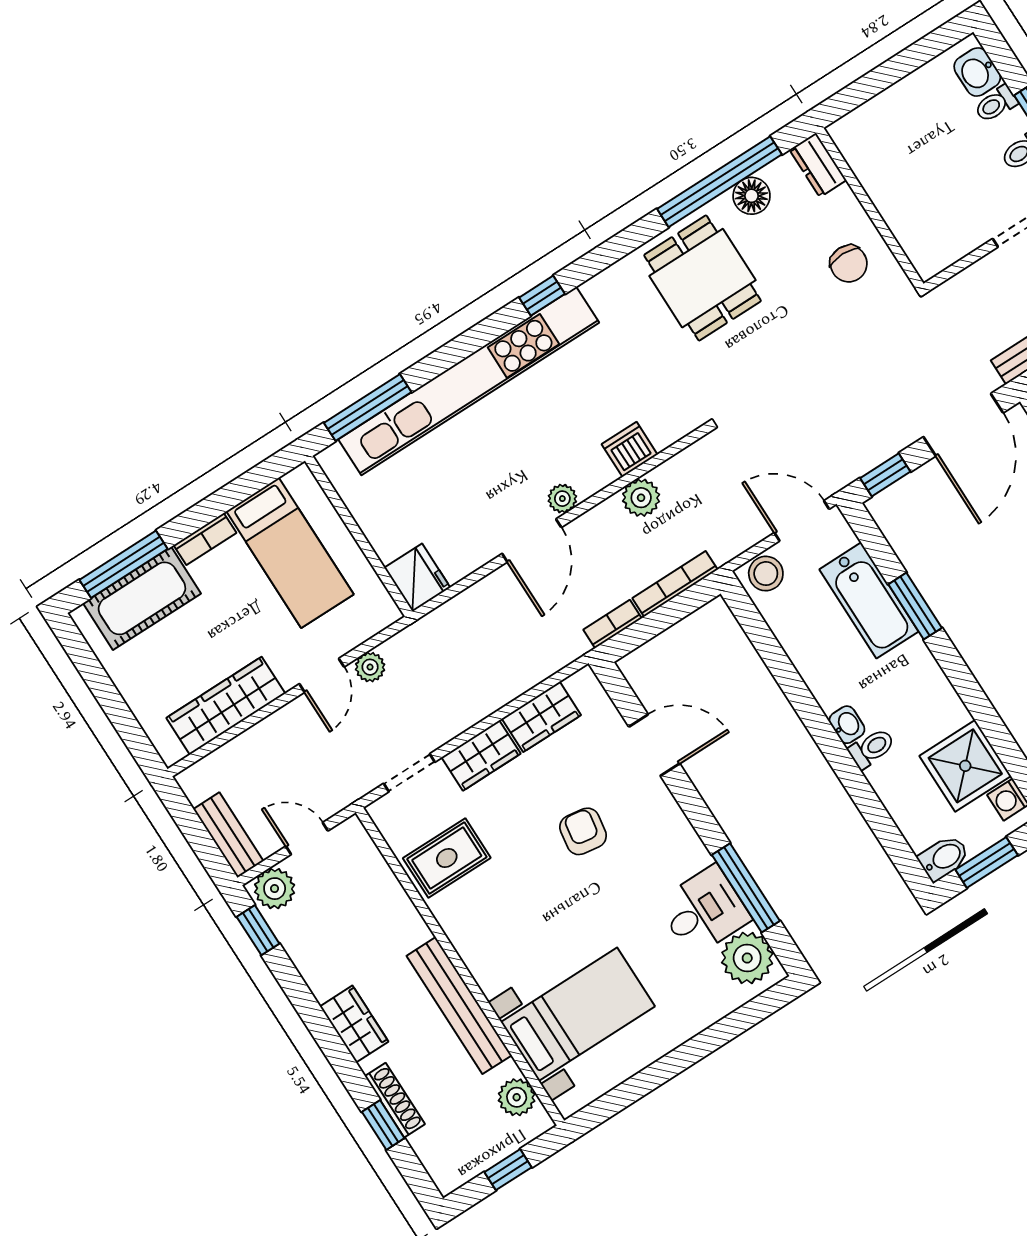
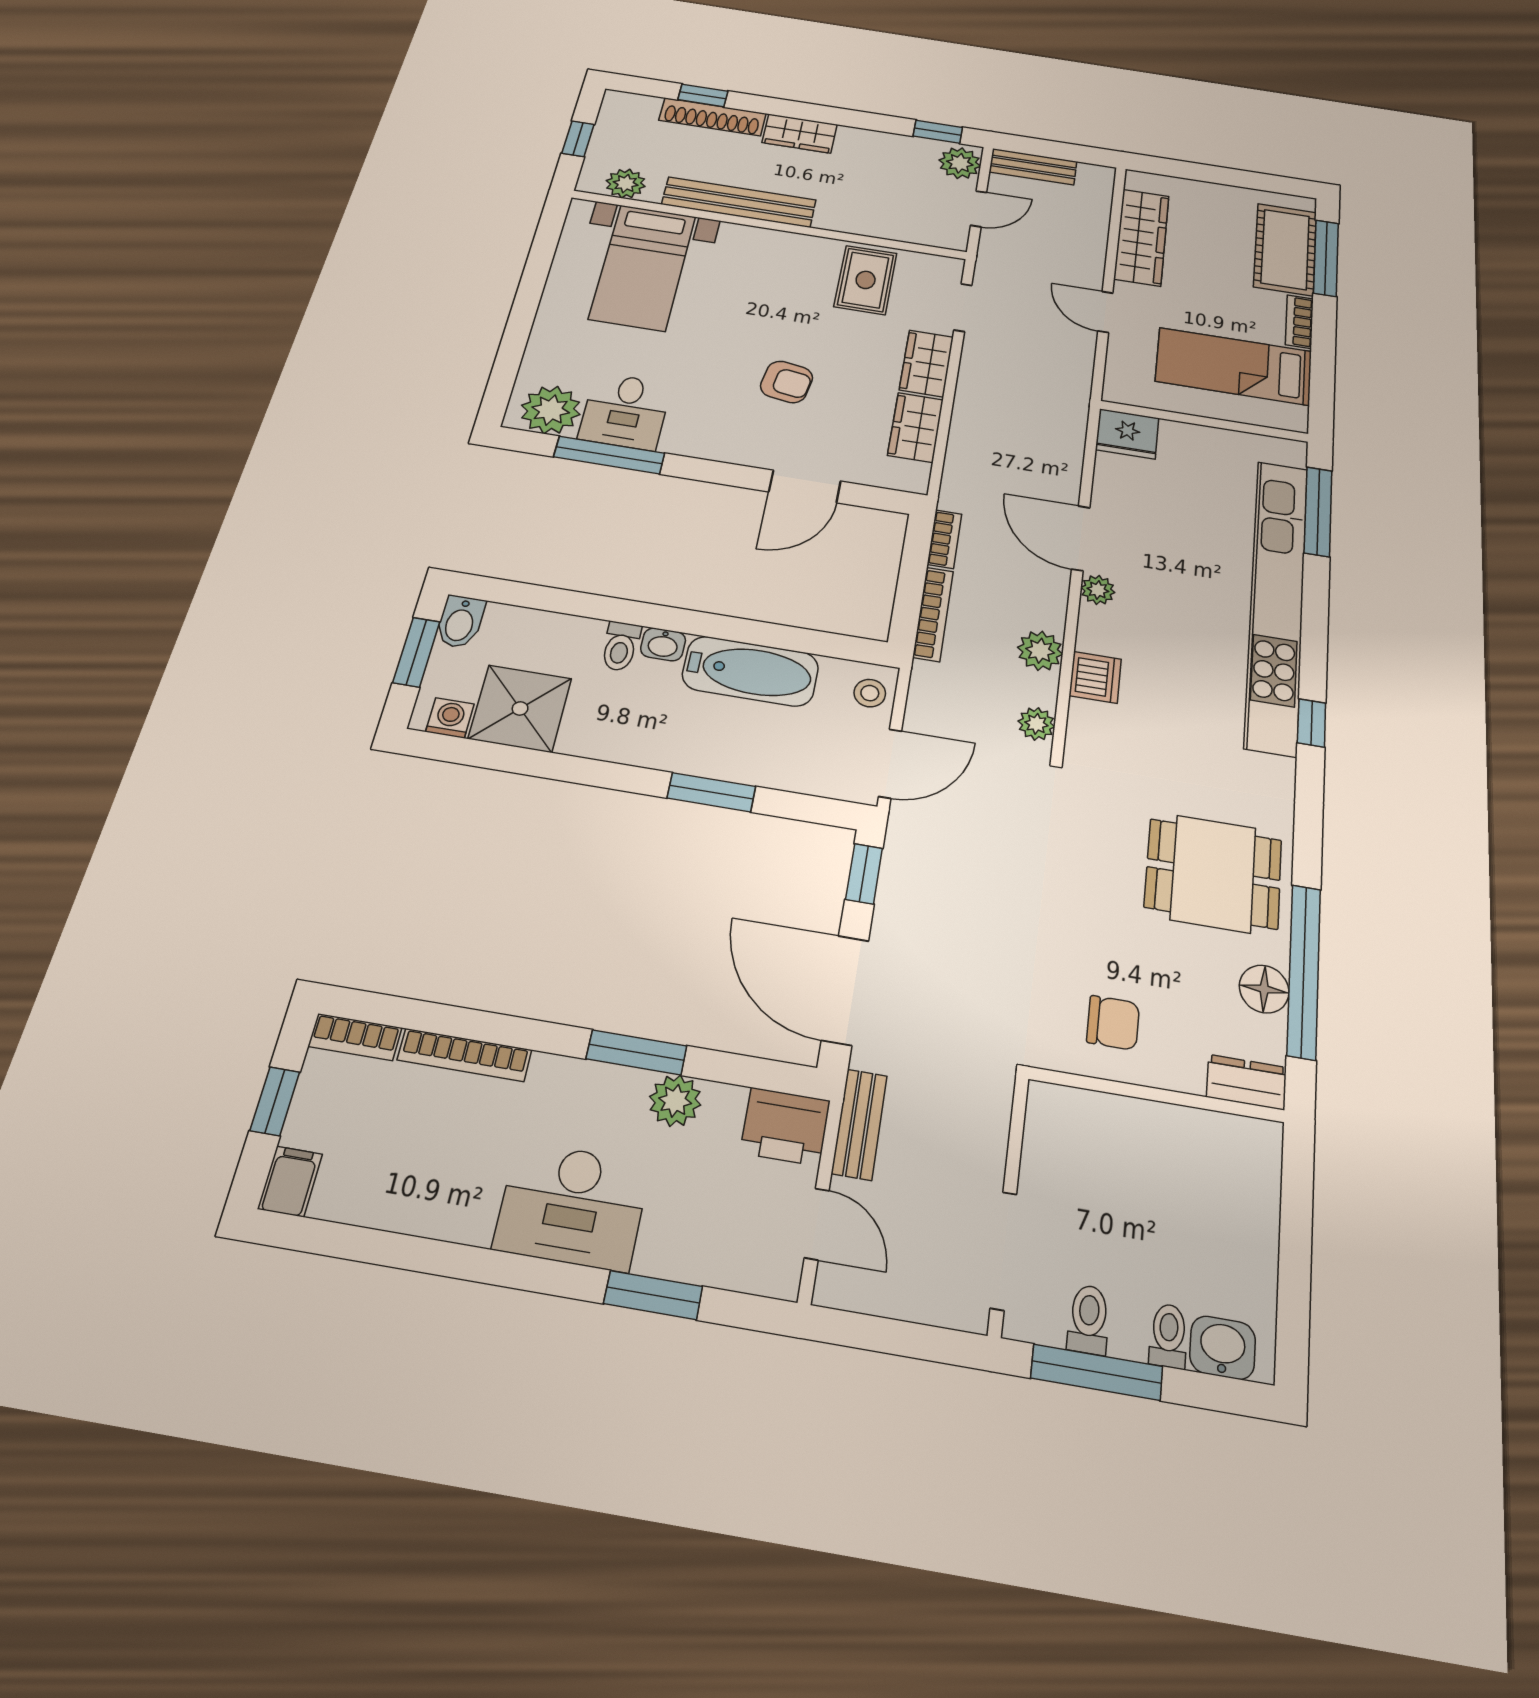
chair: (849, 264) -> (1113, 1023), turned 180
stool: (766, 574) -> (870, 693), width x0.73, depth x0.73
bathtub: (869, 600) -> (750, 671), moved, turned 180
plant: (370, 667) -> (1036, 724), moved
shoe rack: (395, 1100) -> (712, 117), width x1.36, depth x1.24

